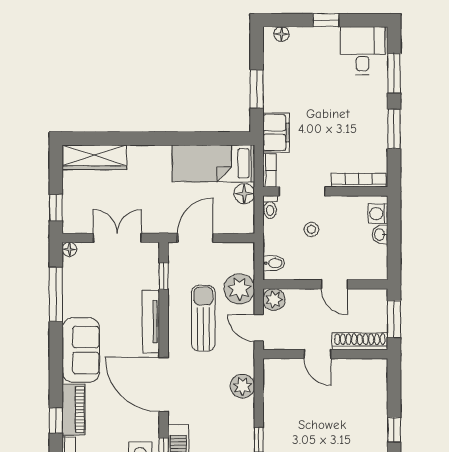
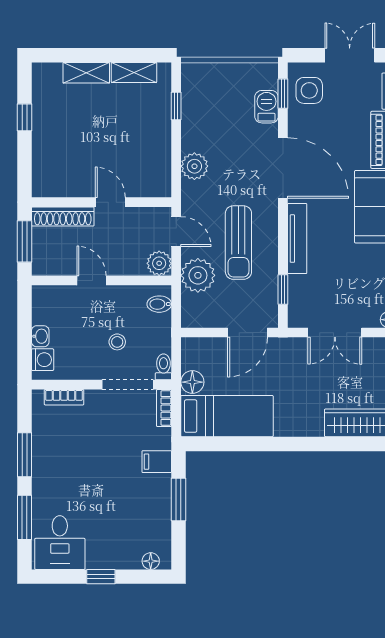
filing cabinet: (276, 133) -> (157, 462), width x0.50
bookcase: (359, 180) -> (64, 397), width x0.64

